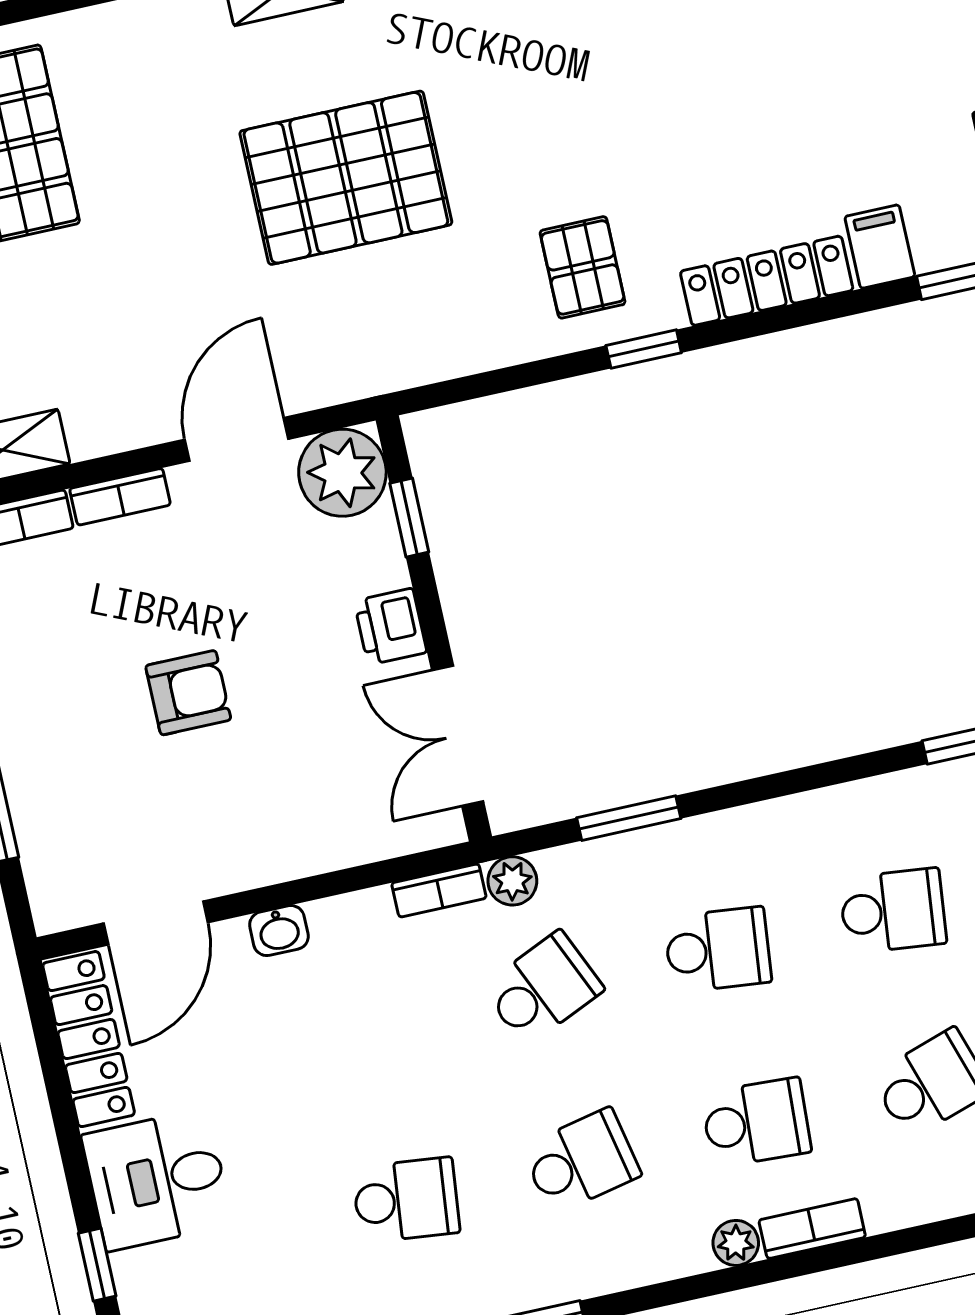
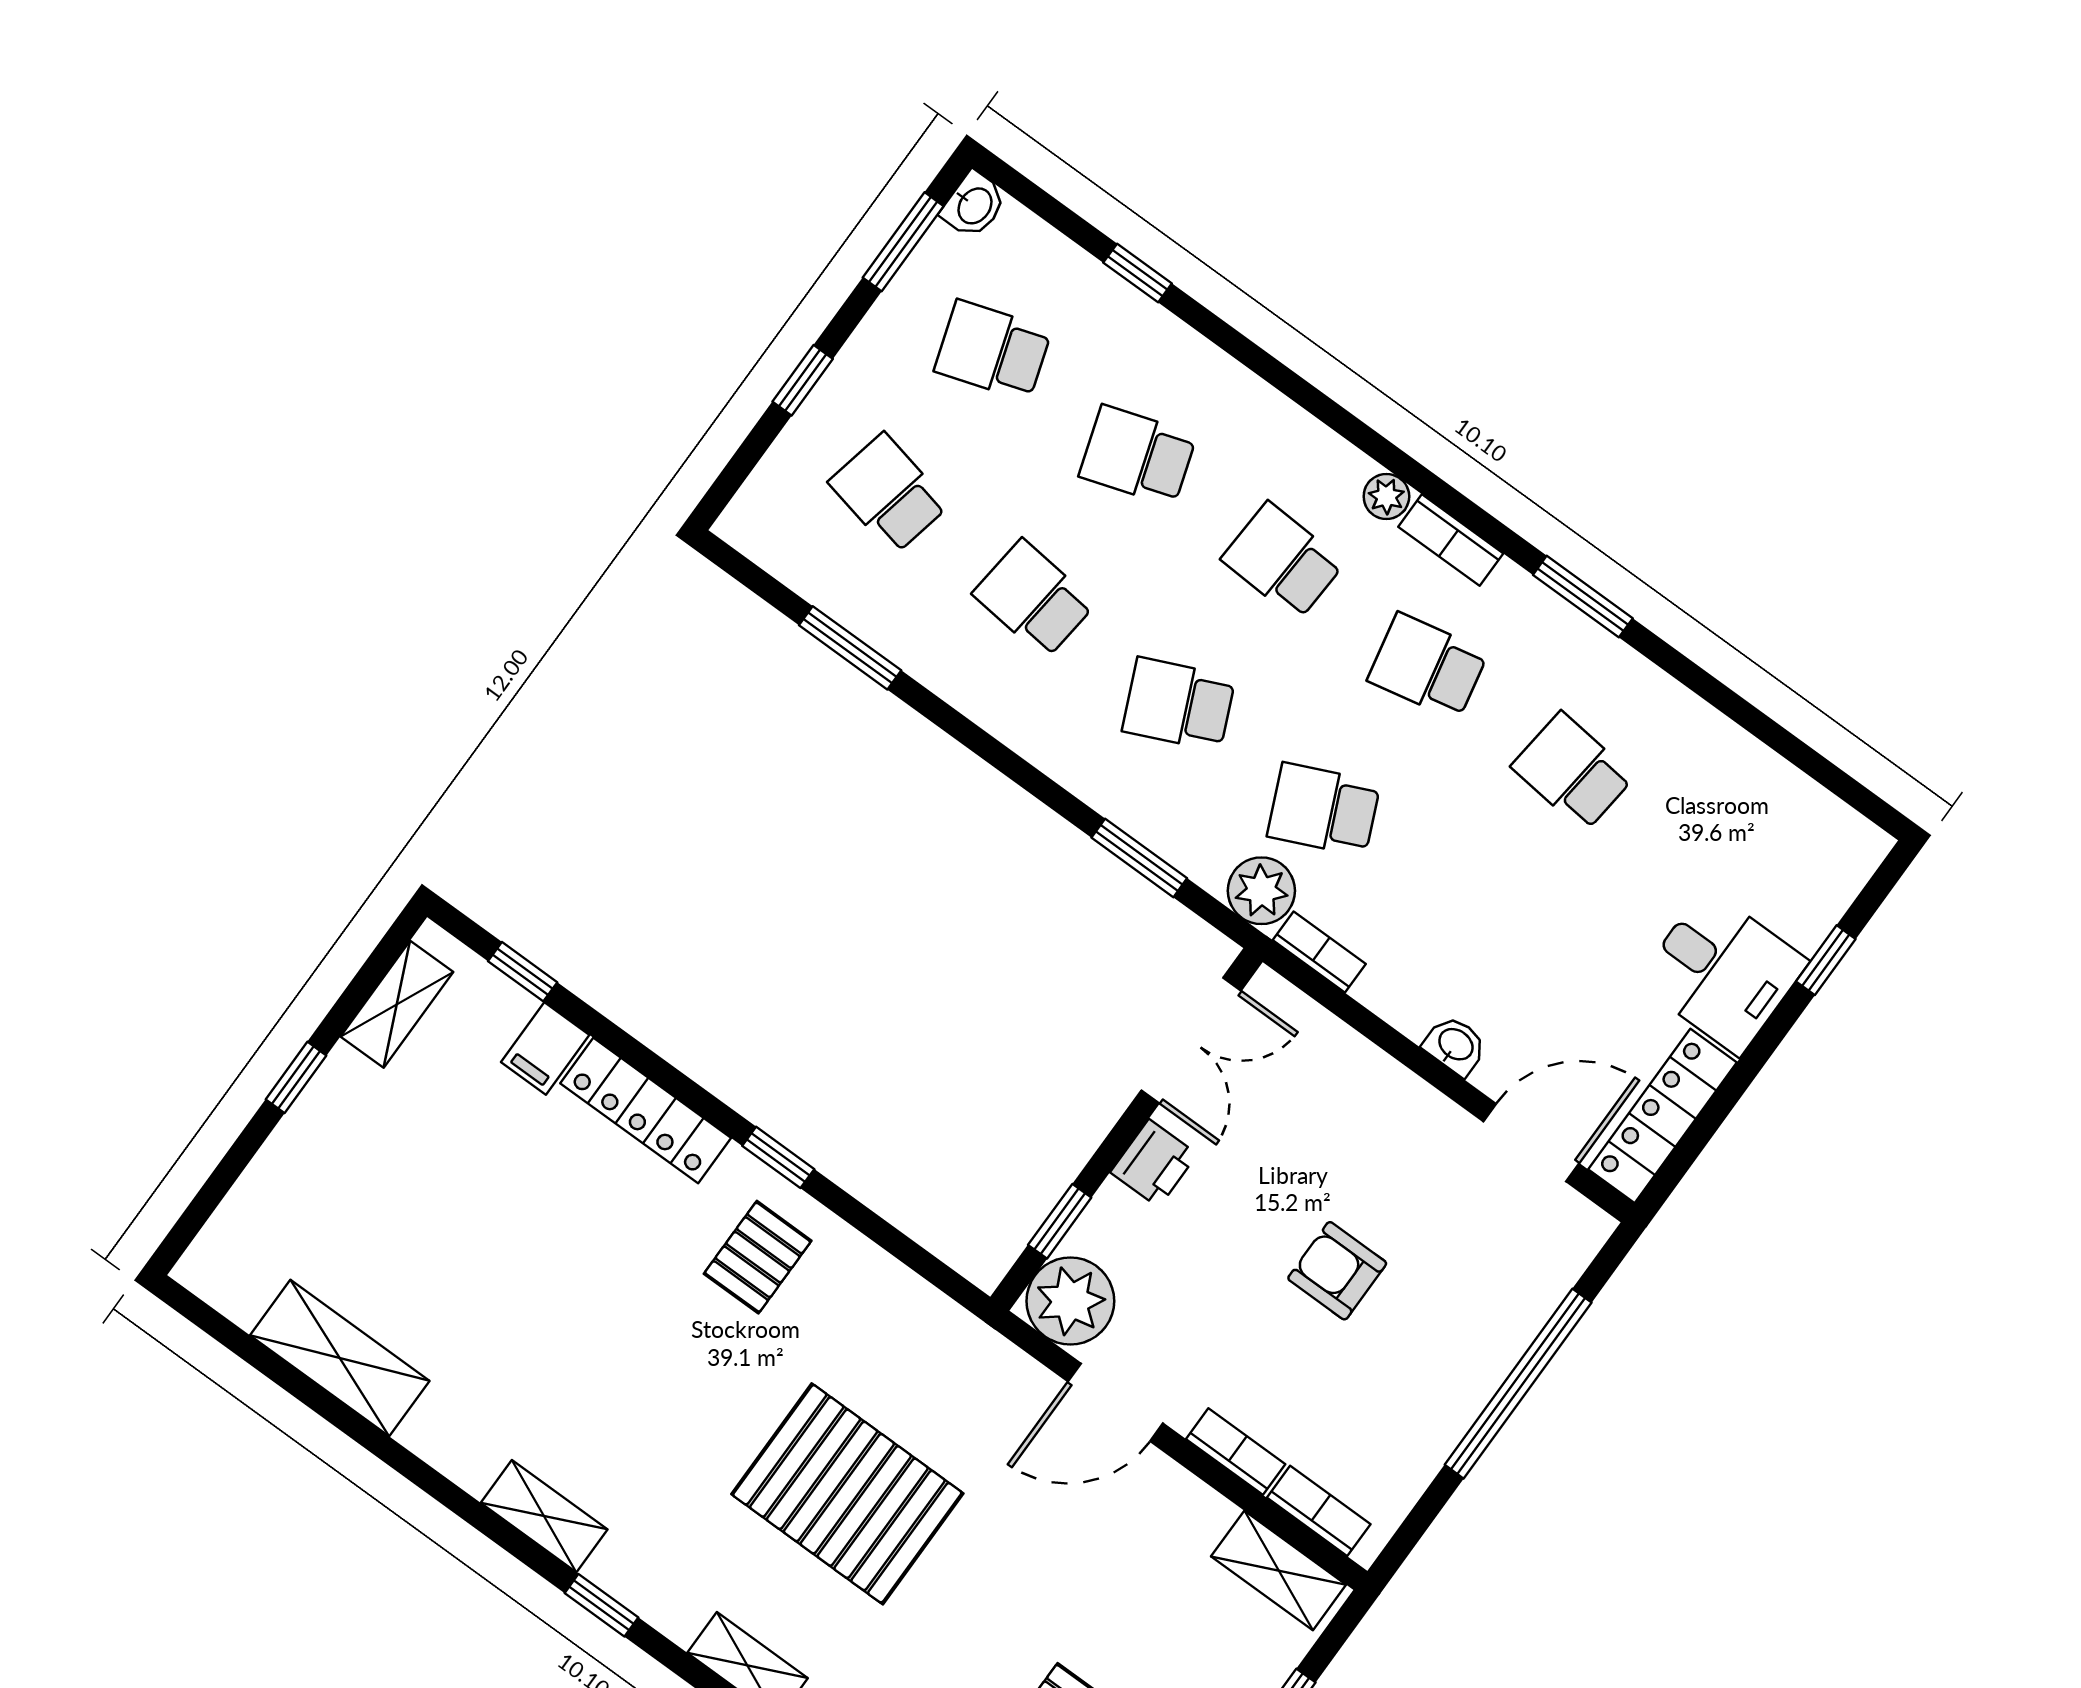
plant: (512, 881) -> (1261, 891), width x1.38, depth x1.38
school desk: (718, 950) -> (1179, 704), turned -30
bookcase: (812, 1229) -> (1451, 540), moved

